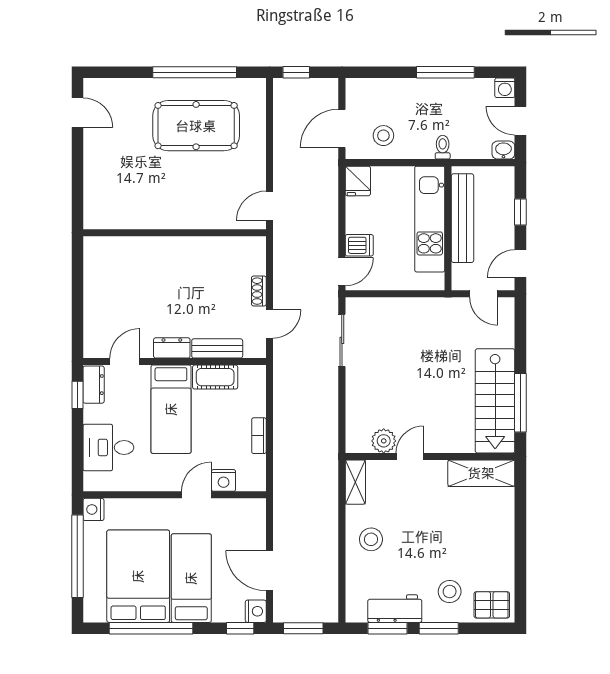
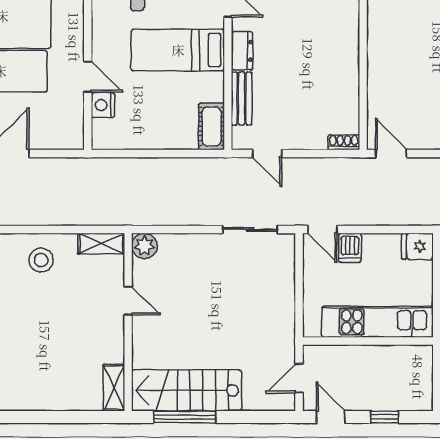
bench: (463, 218) -> (378, 356), removed
shoe rack: (259, 291) -> (344, 142), moved
cot: (215, 377) -> (211, 126), moved
bookcase: (259, 436) -> (150, 142), removed
plant: (384, 441) -> (144, 246), moved
shelving: (481, 473) -> (114, 388), width x0.67, depth x0.75

